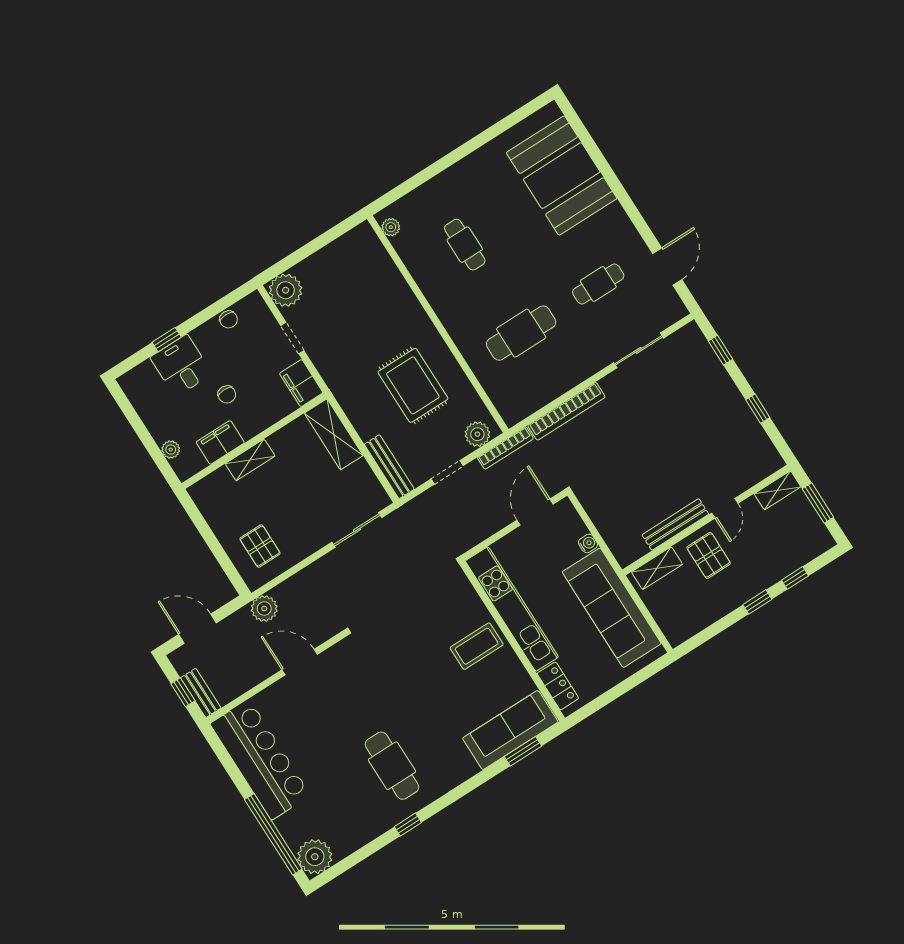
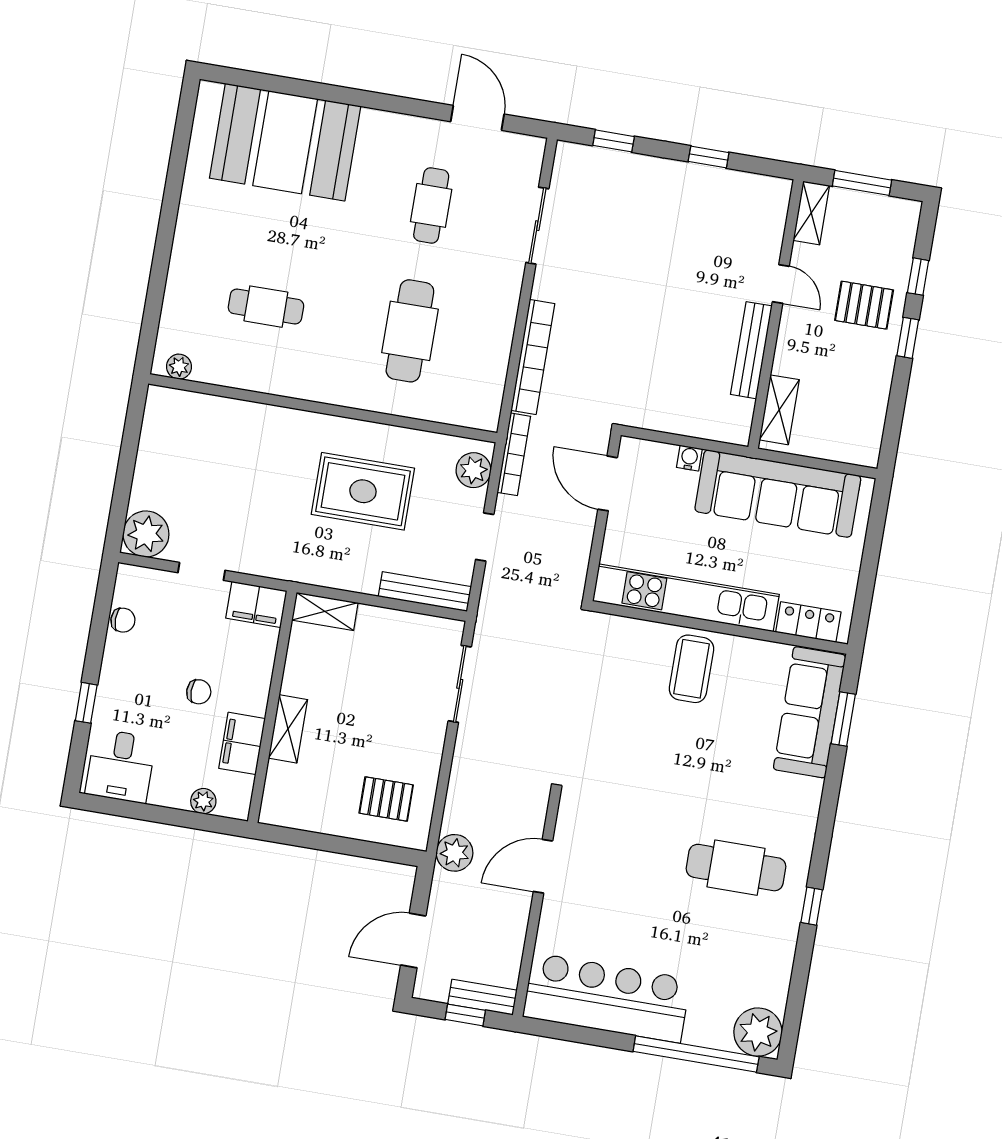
desk: (181, 366) -> (121, 766), moved, turned -90
shelving: (334, 434) -> (325, 611), width x0.67, depth x0.75
pallet: (709, 555) -> (864, 305), moved

